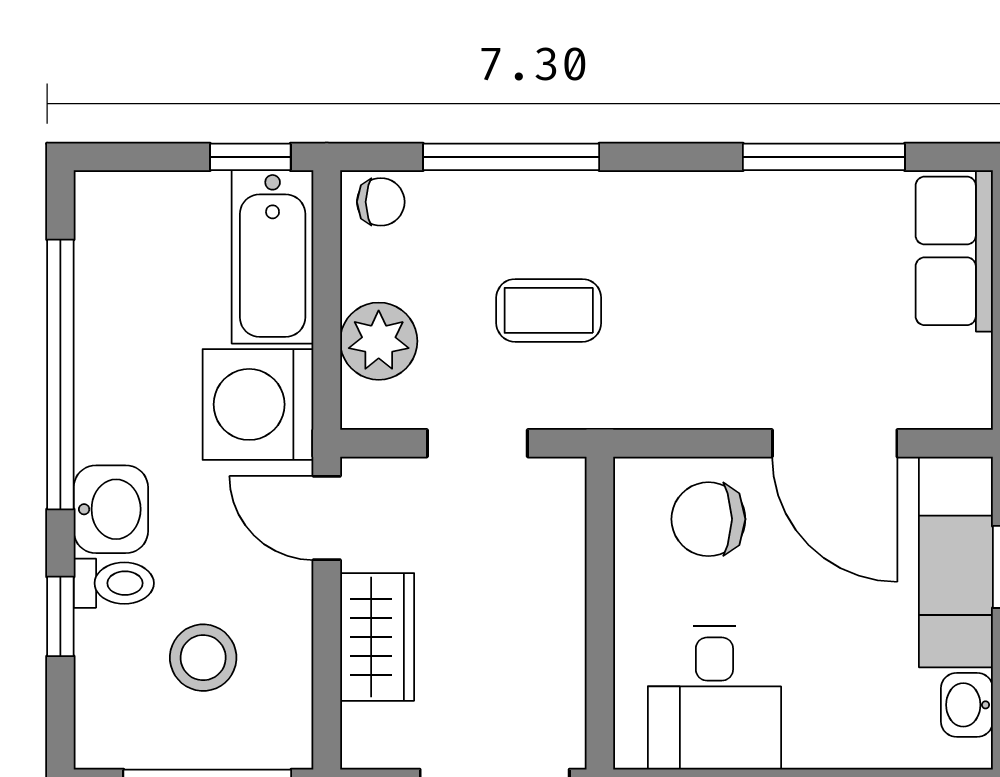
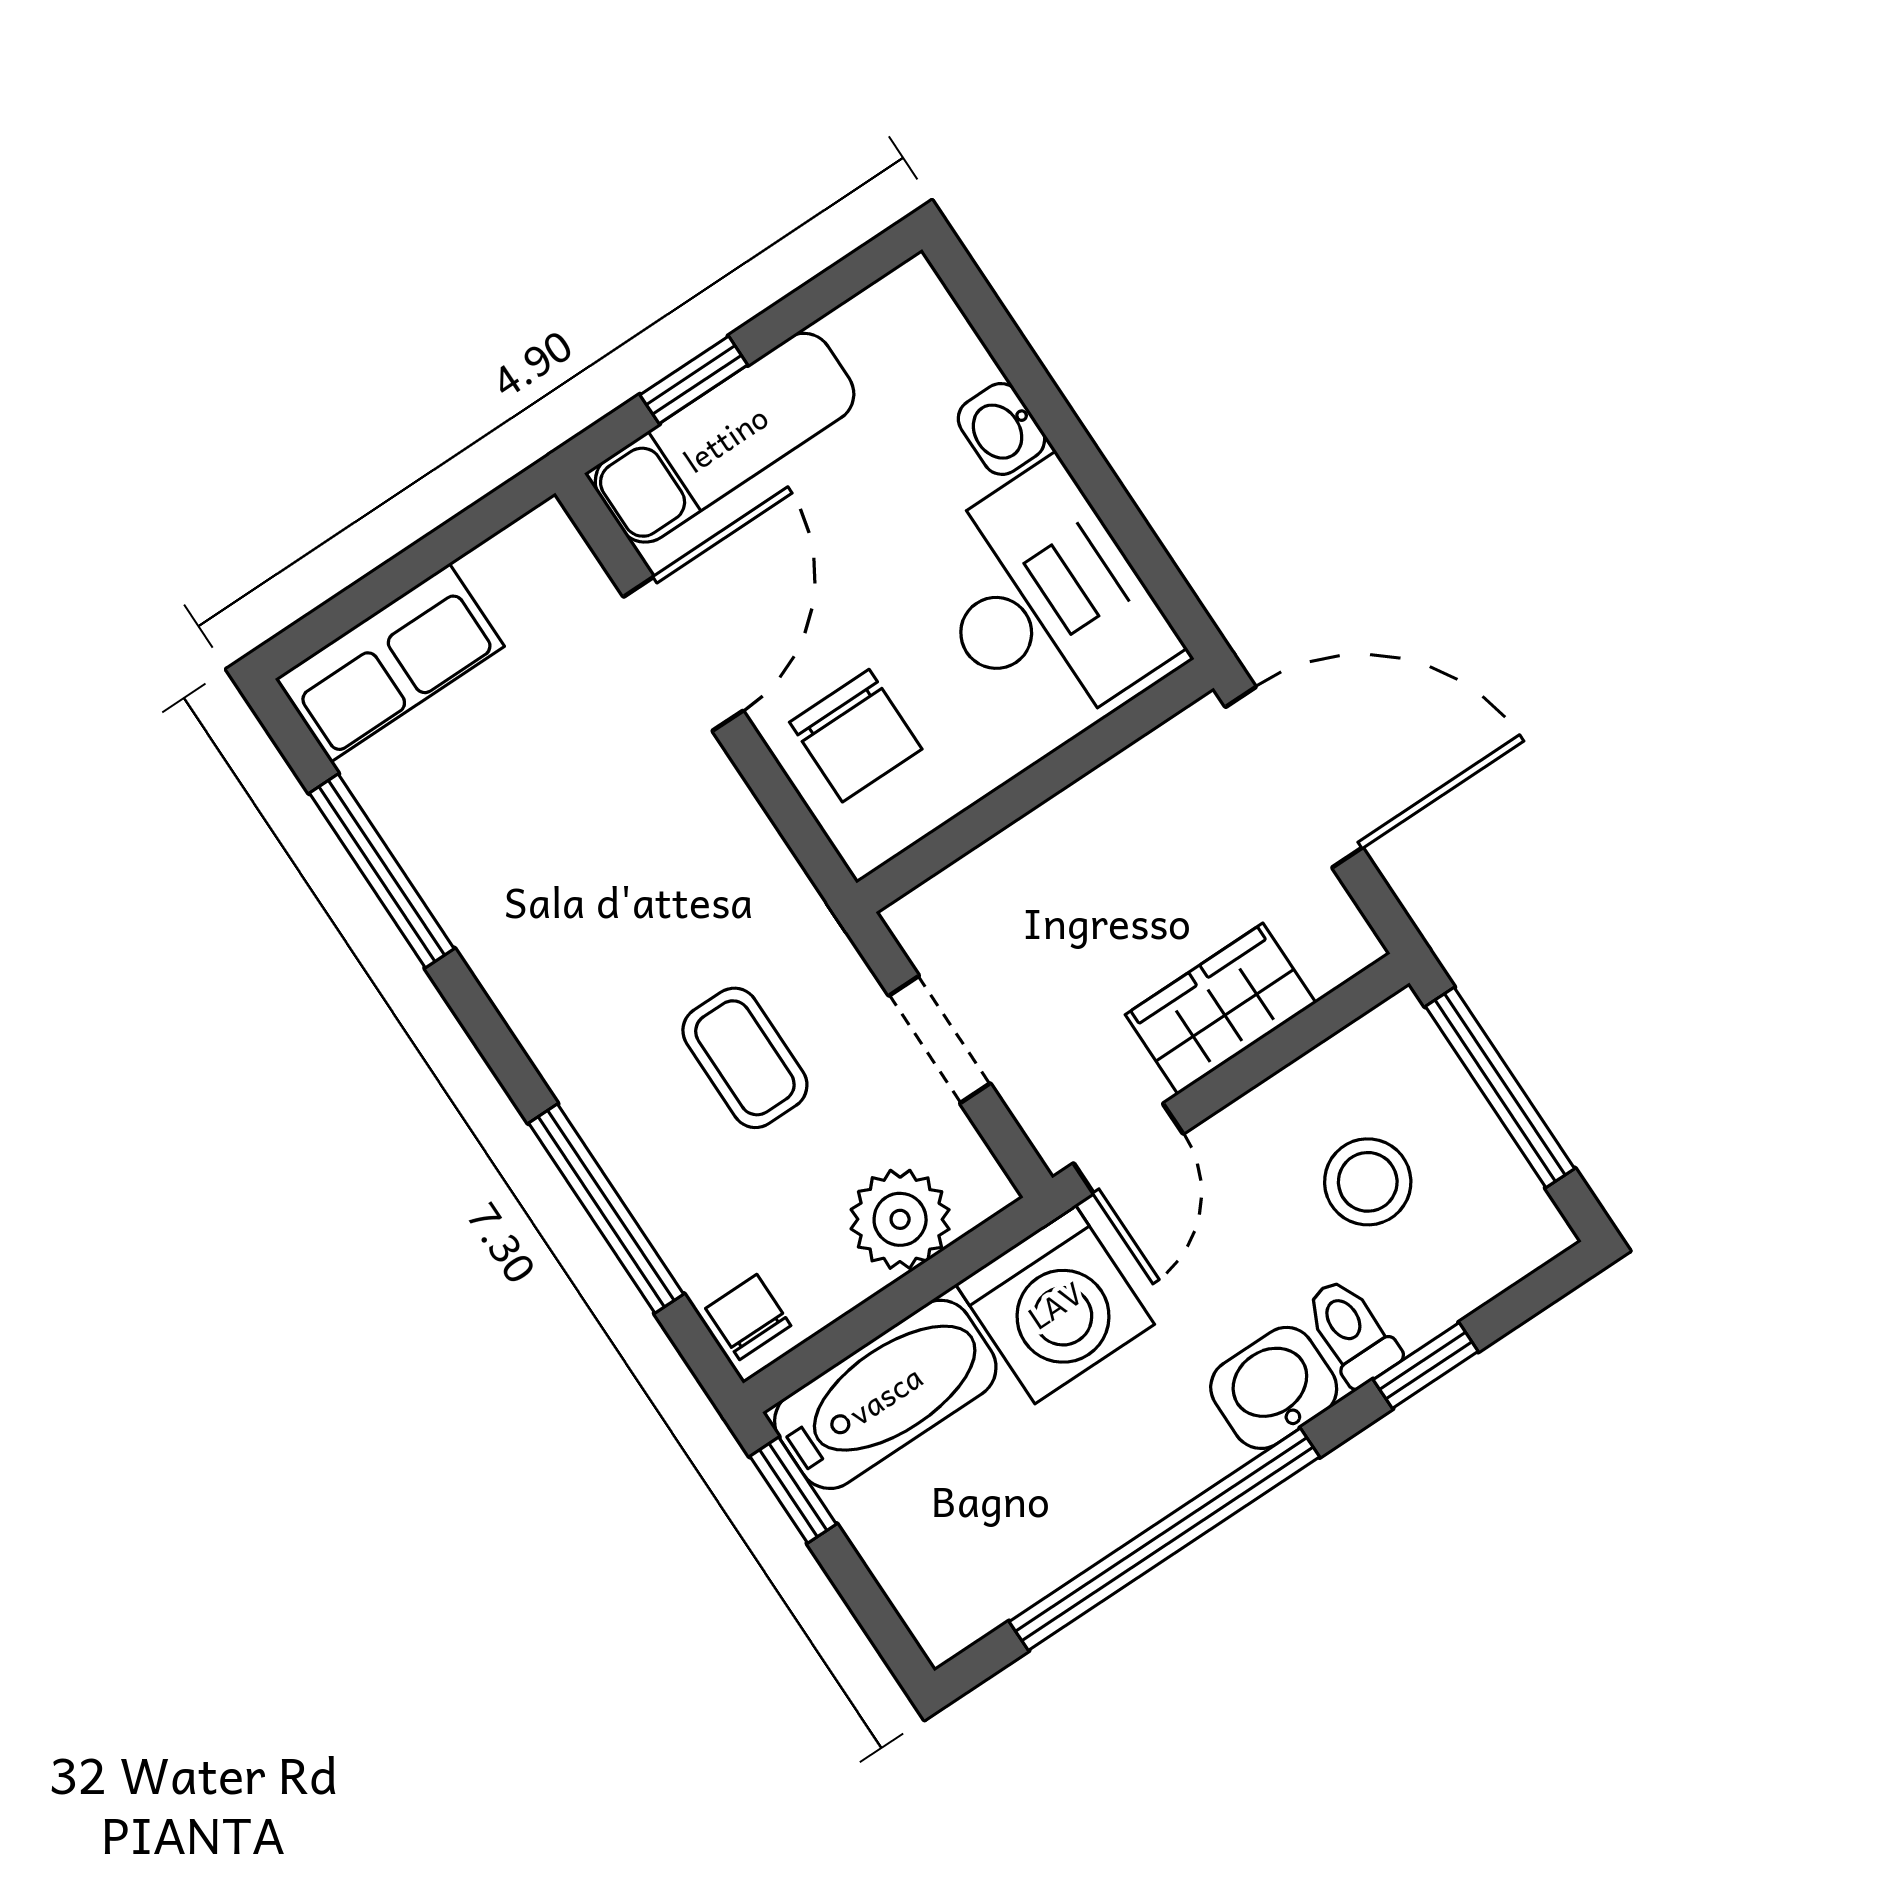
desk: (714, 698) -> (1044, 601), width x1.37
washbasin: (967, 705) -> (1001, 429), moved, turned 90

